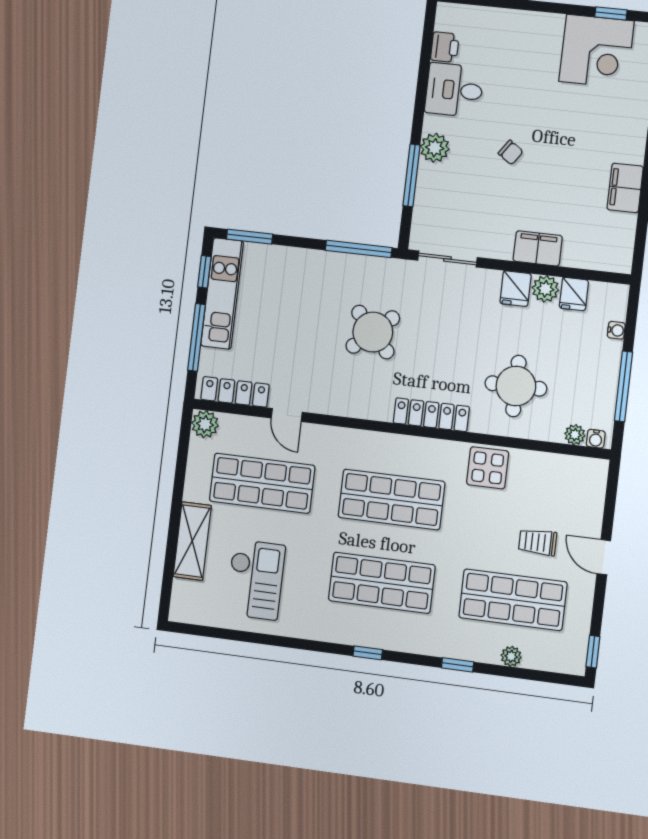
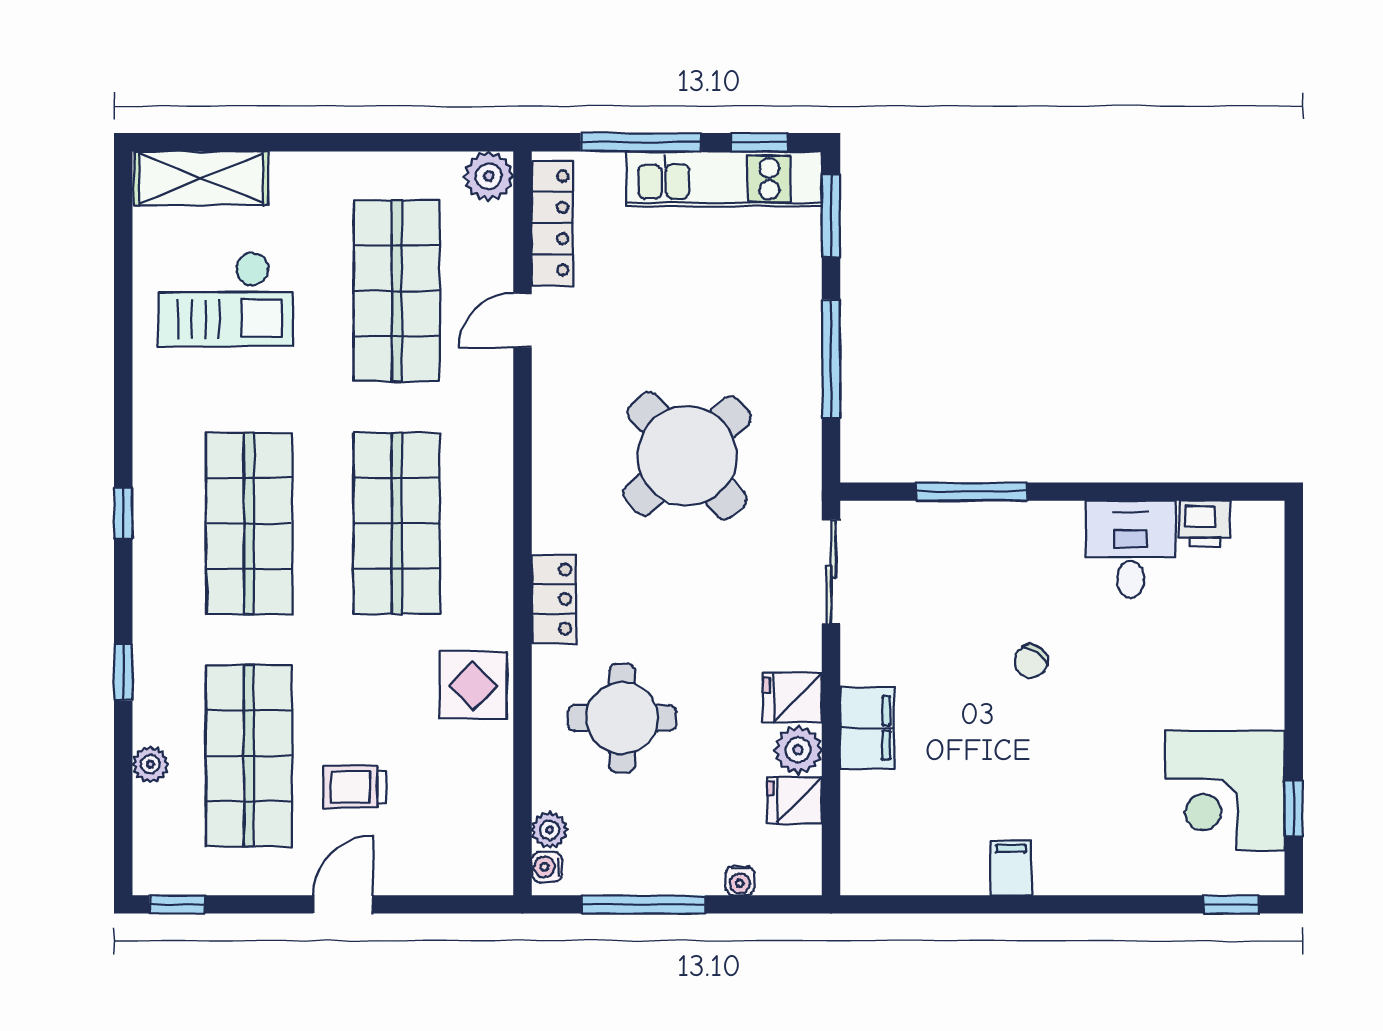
plant: (435, 148) -> (1025, 527), removed
filing cabinet: (625, 188) -> (1011, 868), width x0.50
window: (359, 249) -> (831, 359), moved
round table: (373, 332) -> (687, 456), width x1.36, depth x1.36
locker: (431, 415) -> (554, 599), width x0.66
shelving: (192, 541) -> (201, 178), moved
trolley: (538, 542) -> (354, 787), turned -90

